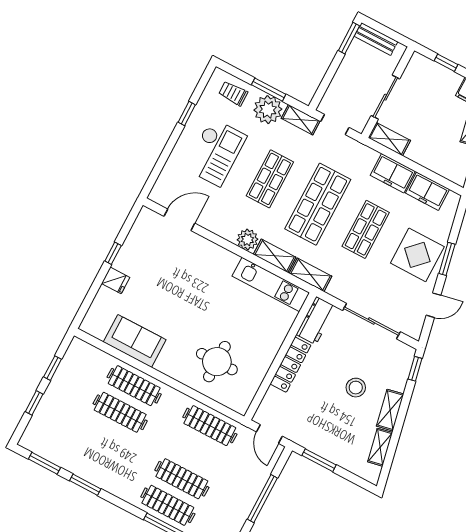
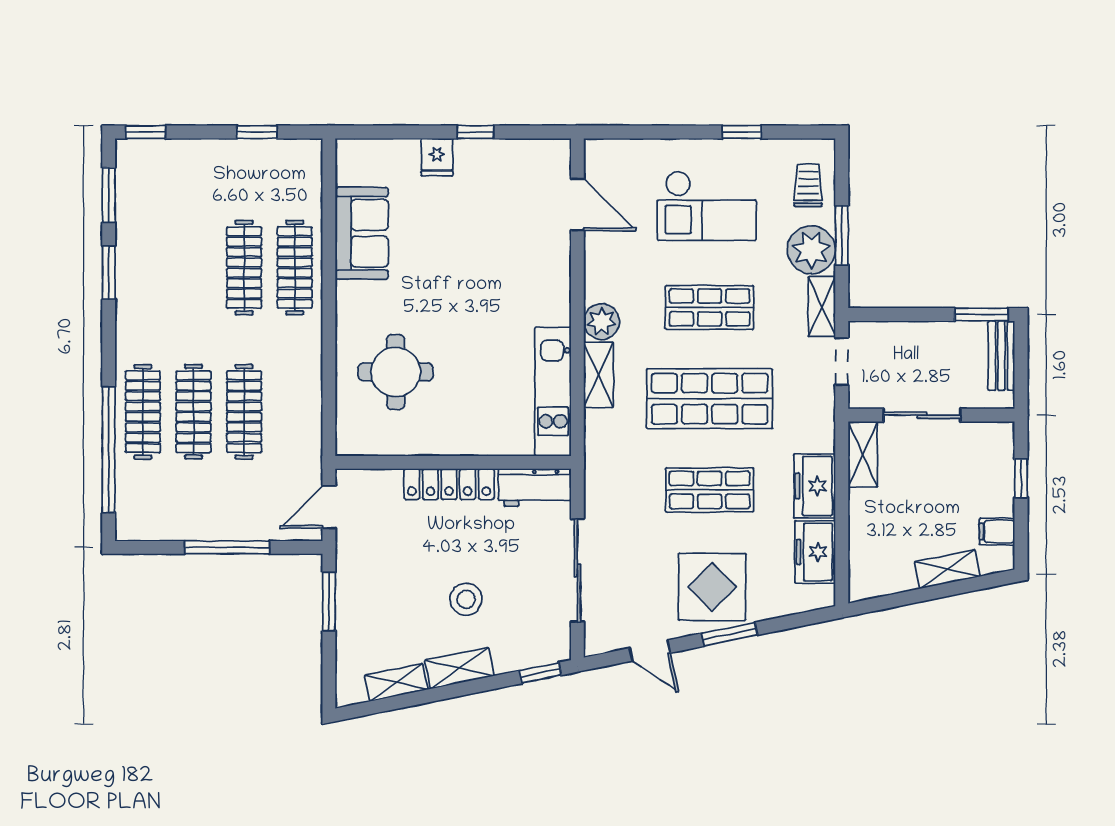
shelving: (311, 275) -> (599, 443), removed
window: (34, 403) -> (146, 132), moved
clothes rail: (210, 426) -> (244, 412), moved

